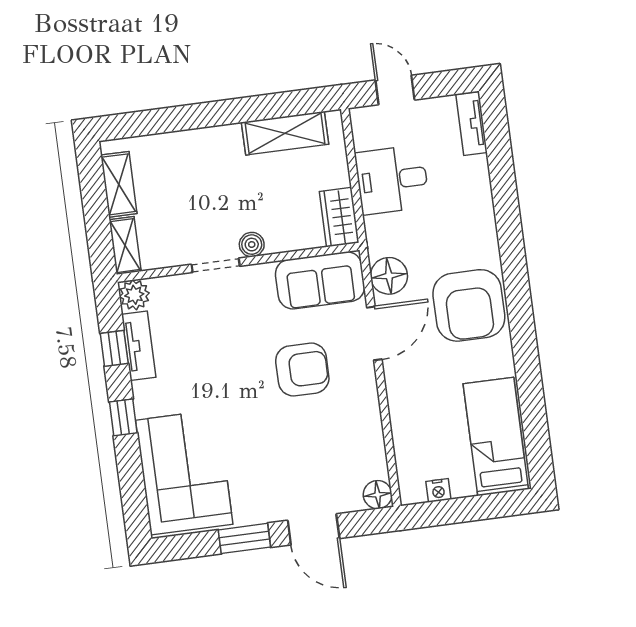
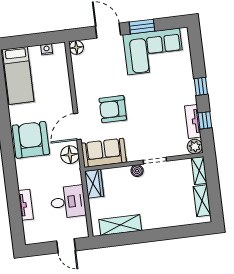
tv unit: (472, 123) -> (26, 205), moved
corner sofa: (184, 472) -> (154, 51), moved, turned -90

